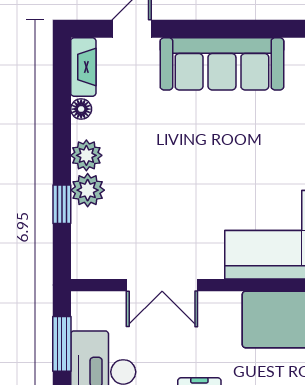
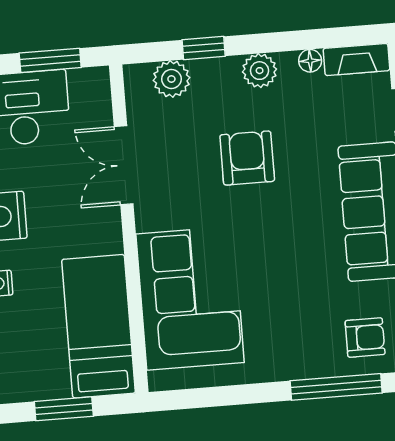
armchair: (164, 173) -> (247, 158), added
plant: (88, 190) -> (171, 79), moved

